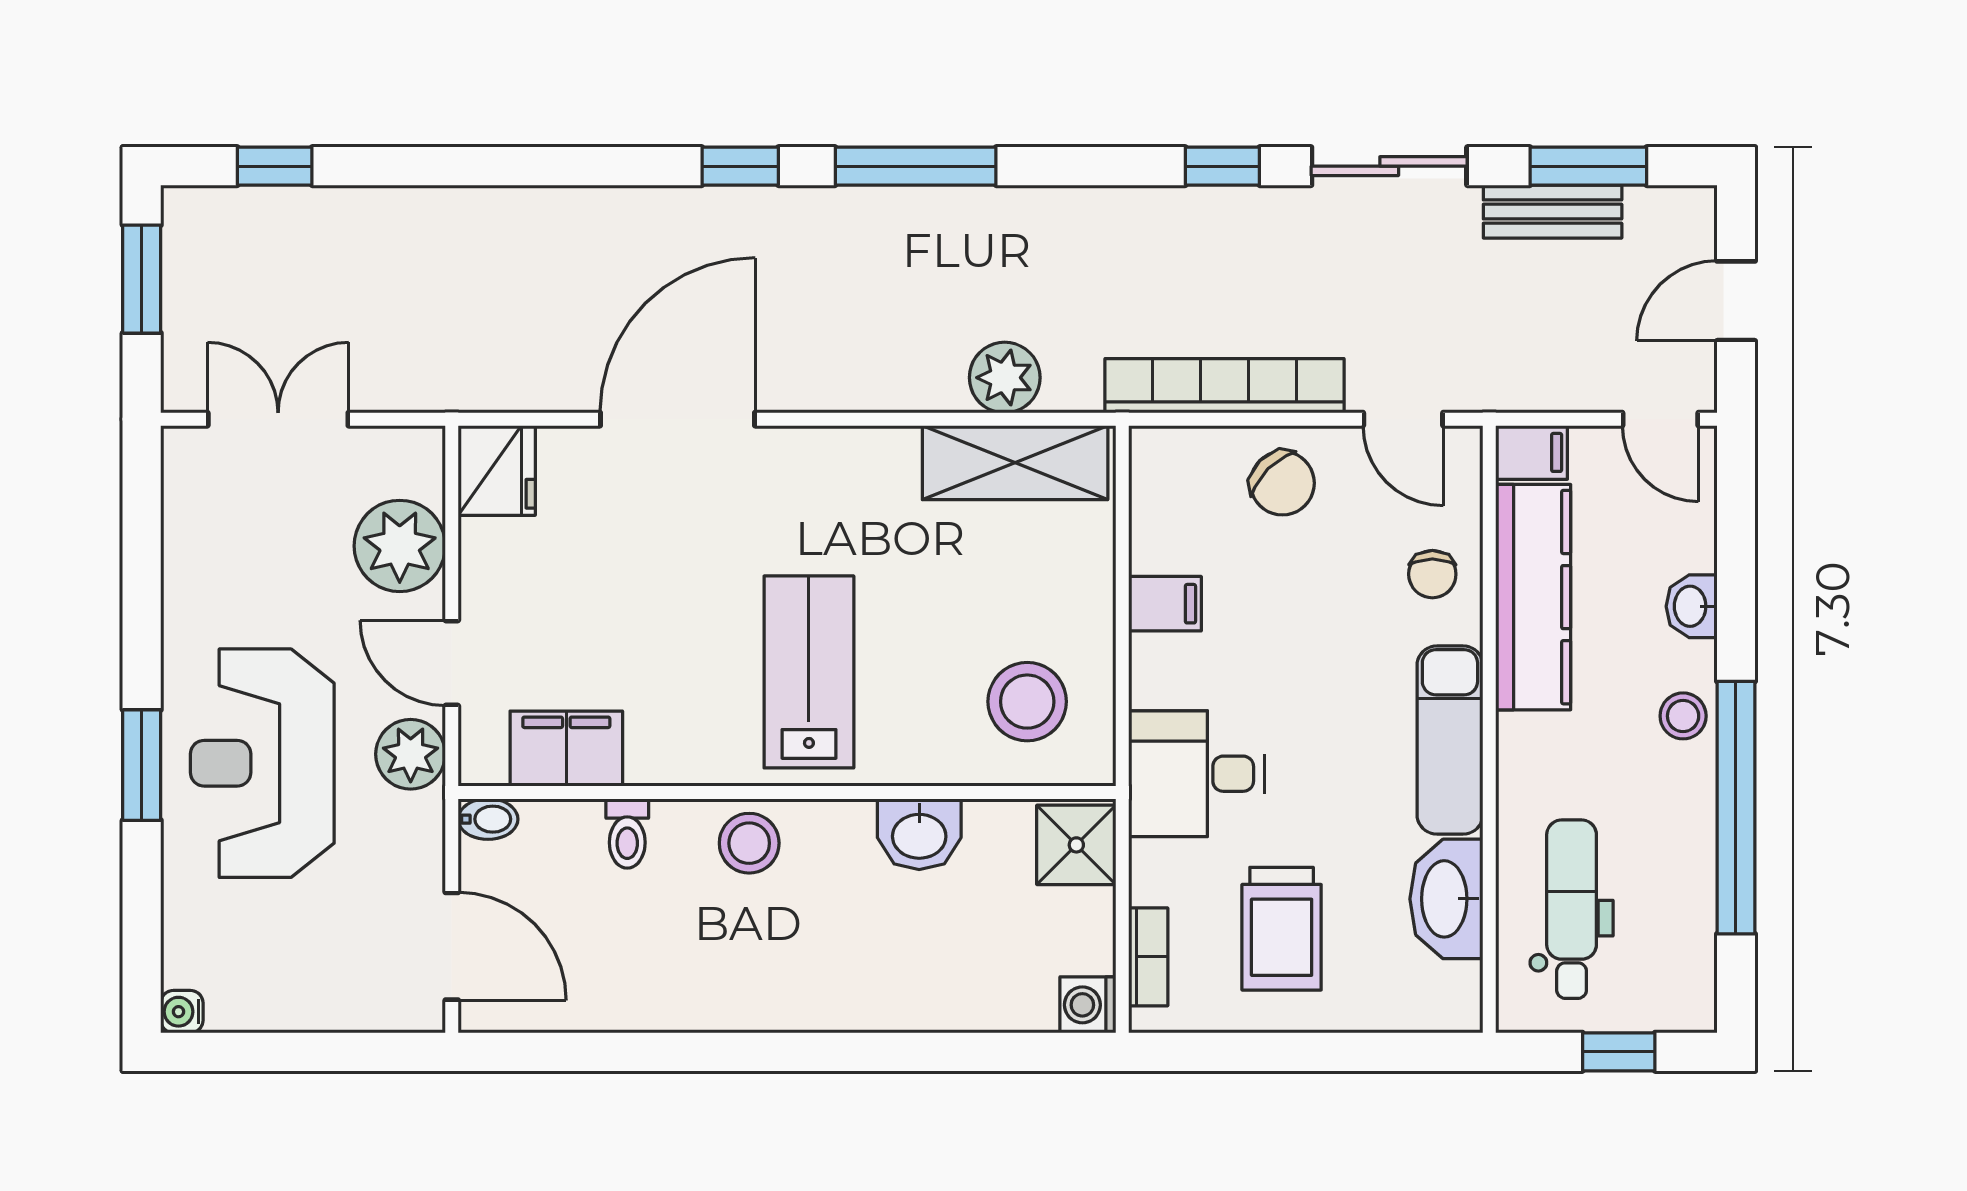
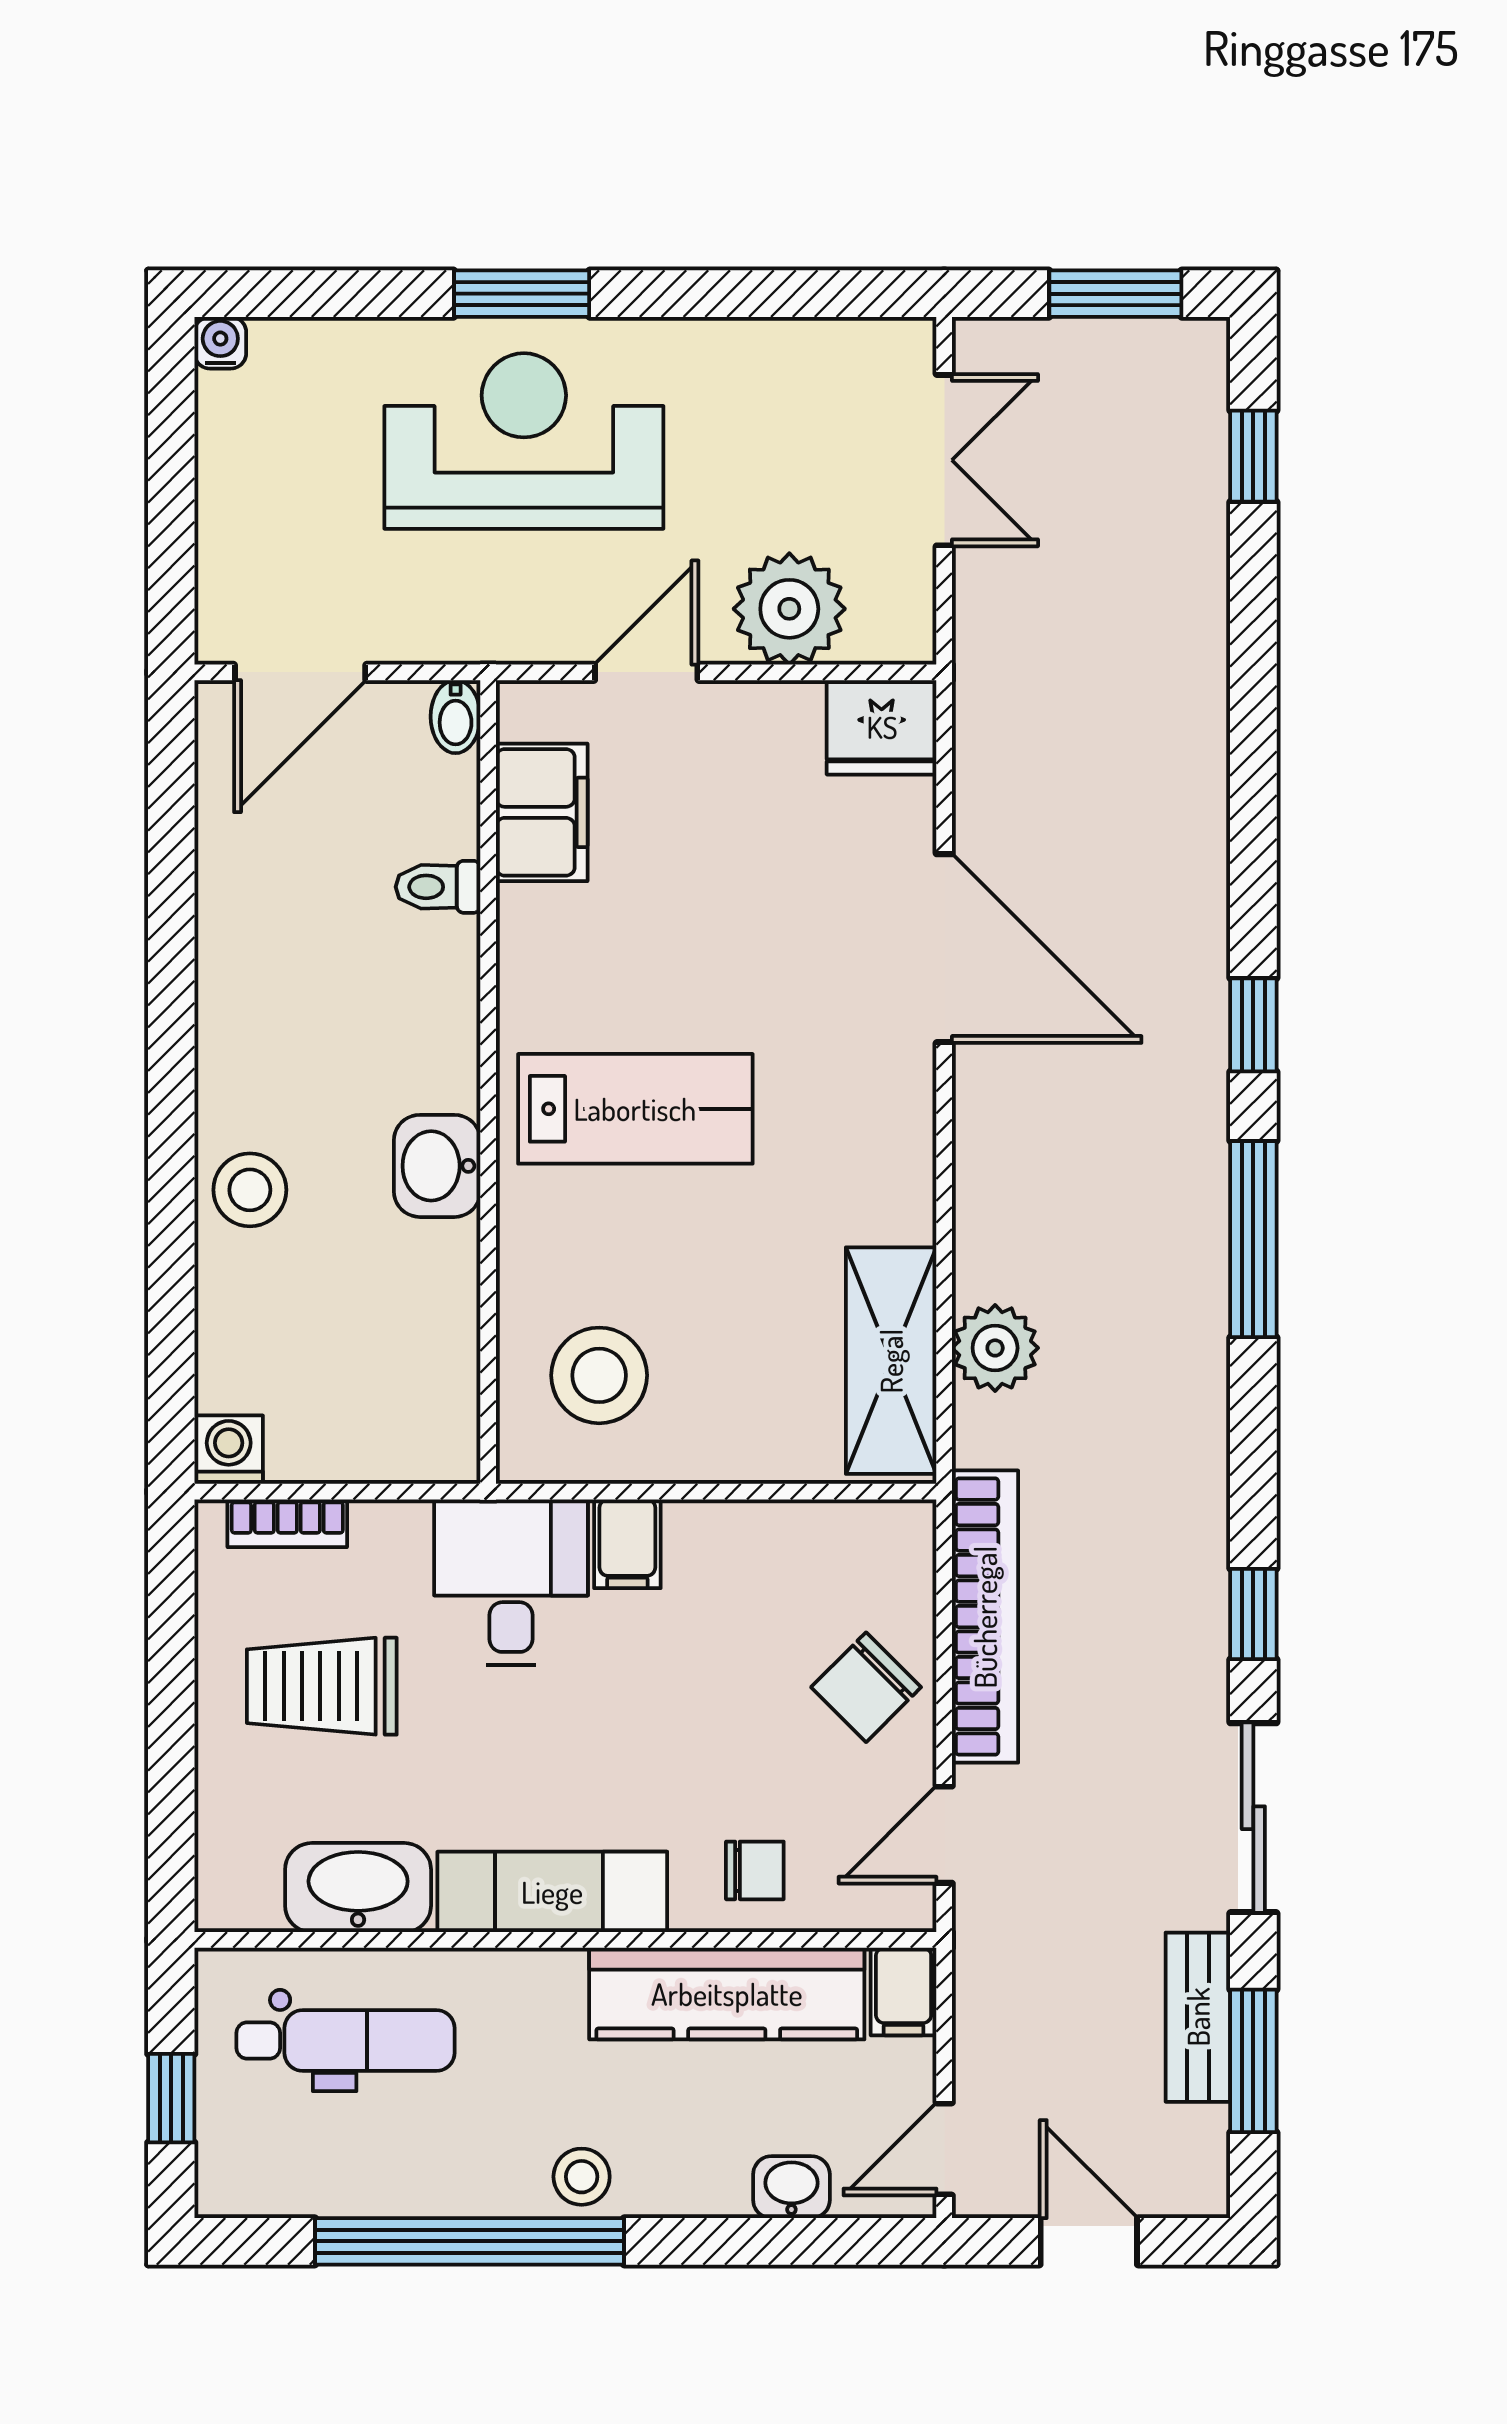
chair: (1432, 574) -> (755, 1870), turned 180
filing cabinet: (1165, 604) -> (627, 1544), moved
washbasin: (1692, 606) -> (791, 2187), moved
plant: (411, 754) -> (535, 622), removed
washbasin: (919, 834) -> (437, 1166), moved
stool: (749, 843) -> (250, 1190), moved
shower: (1076, 845) -> (424, 1435), removed

